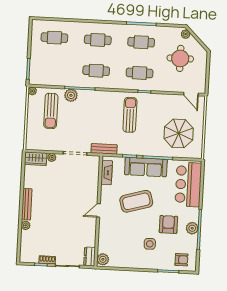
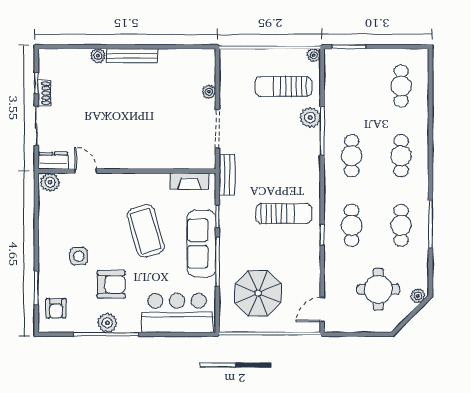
wardrobe: (36, 159) -> (205, 66), removed
door: (98, 210) -> (86, 171), moved

